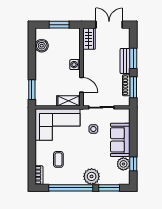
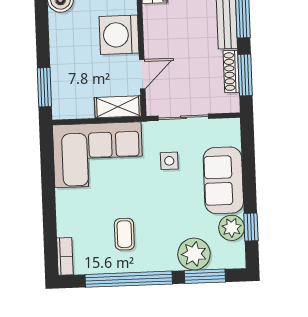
washing machine: (75, 65) -> (119, 35), width x1.89, depth x1.89
door: (81, 85) -> (142, 74), hinge flipped
coffee table: (58, 159) -> (124, 234), moved
plant: (92, 176) -> (194, 254), moved

